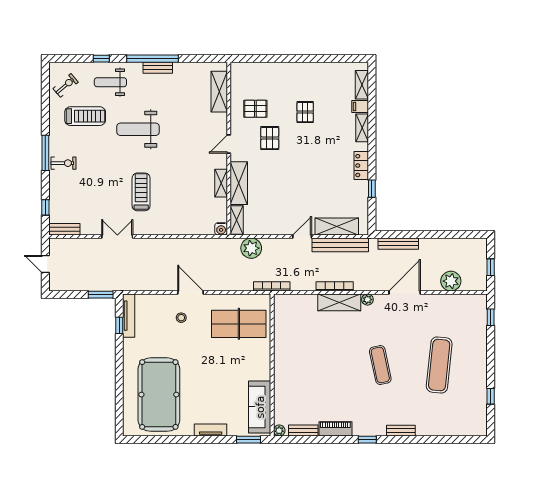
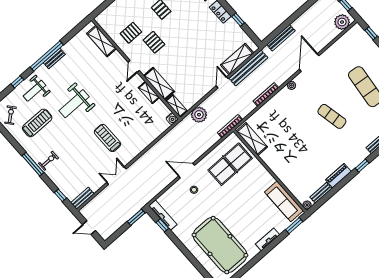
plant: (451, 281) -> (342, 22), moved
shelving: (339, 302) -> (252, 139), moved, turned 90

